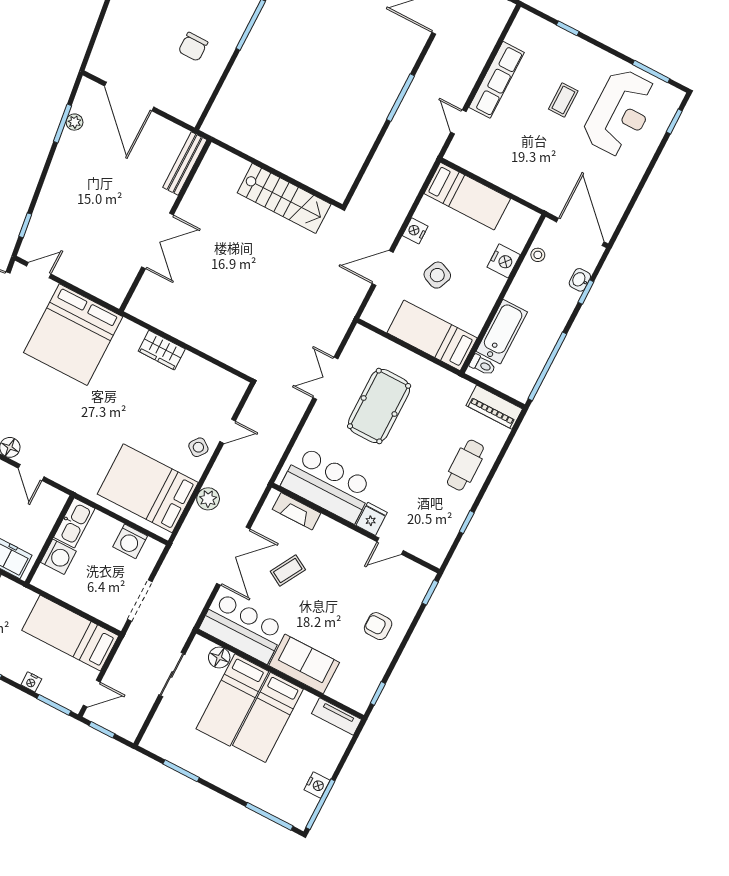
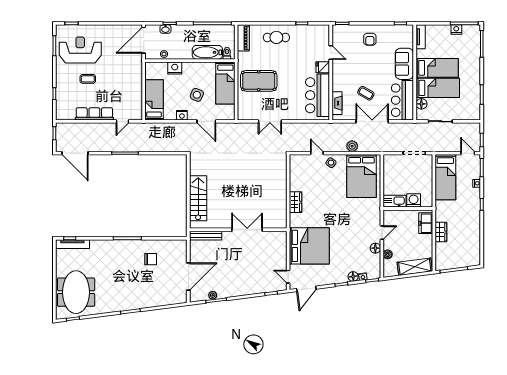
stairs: (284, 198) -> (198, 198), moved
pool table: (379, 406) -> (259, 81), moved
washing machine: (130, 541) -> (390, 172), removed

